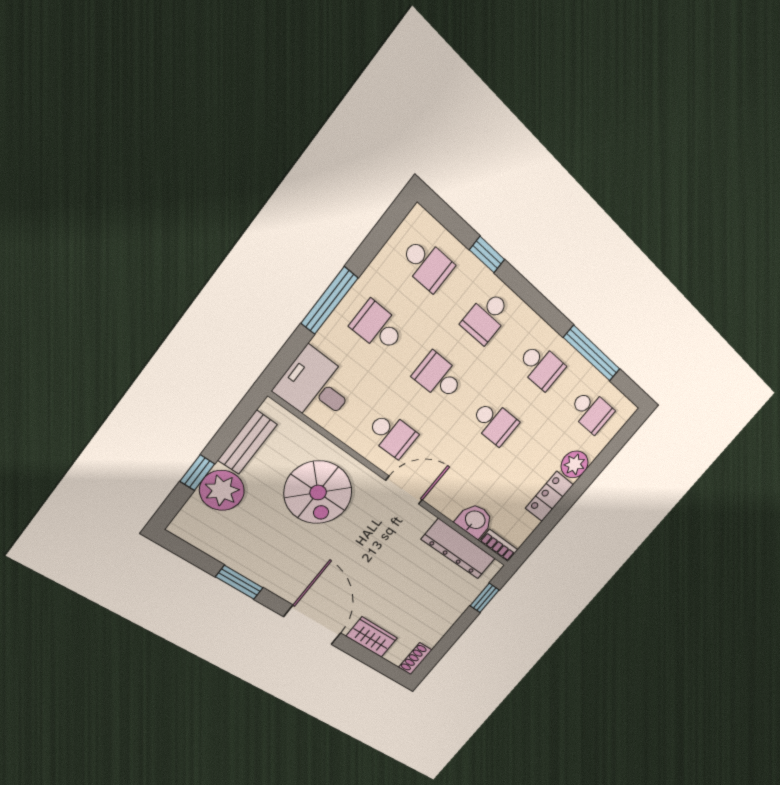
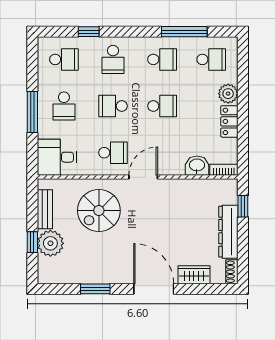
school desk: (378, 327) -> (64, 106), turned -90
spiral stairs: (318, 492) -> (99, 211), turned 90
dresser: (459, 549) -> (228, 232), moved, turned 90

